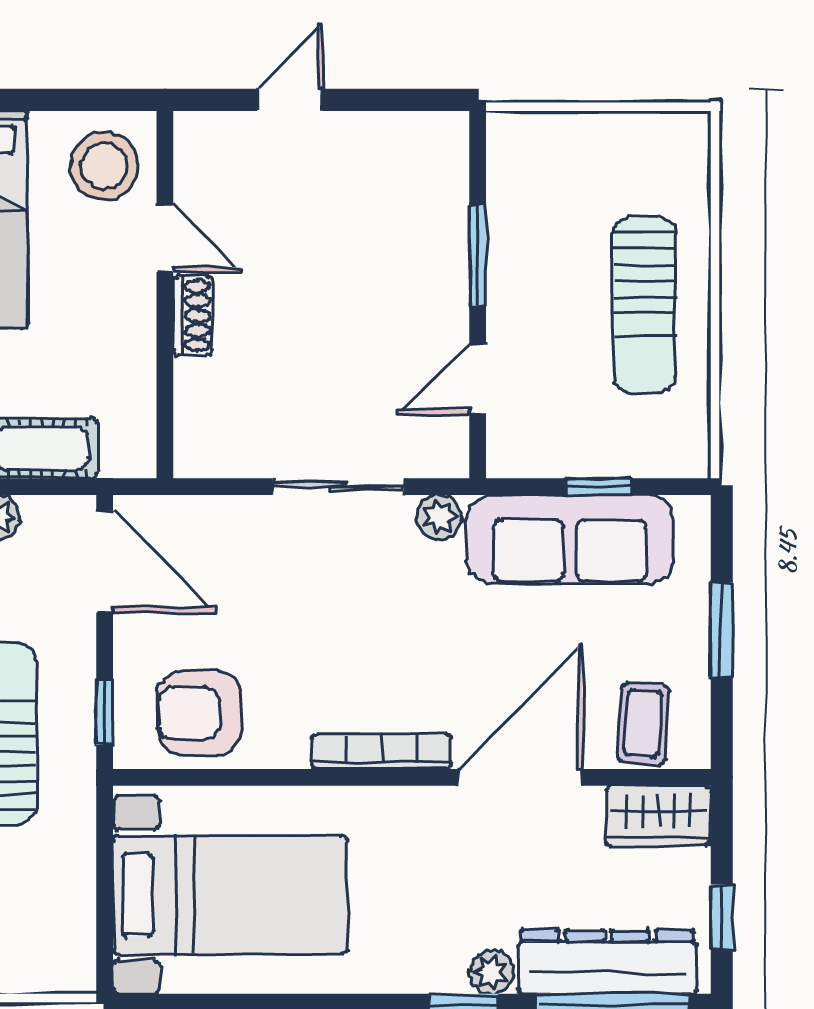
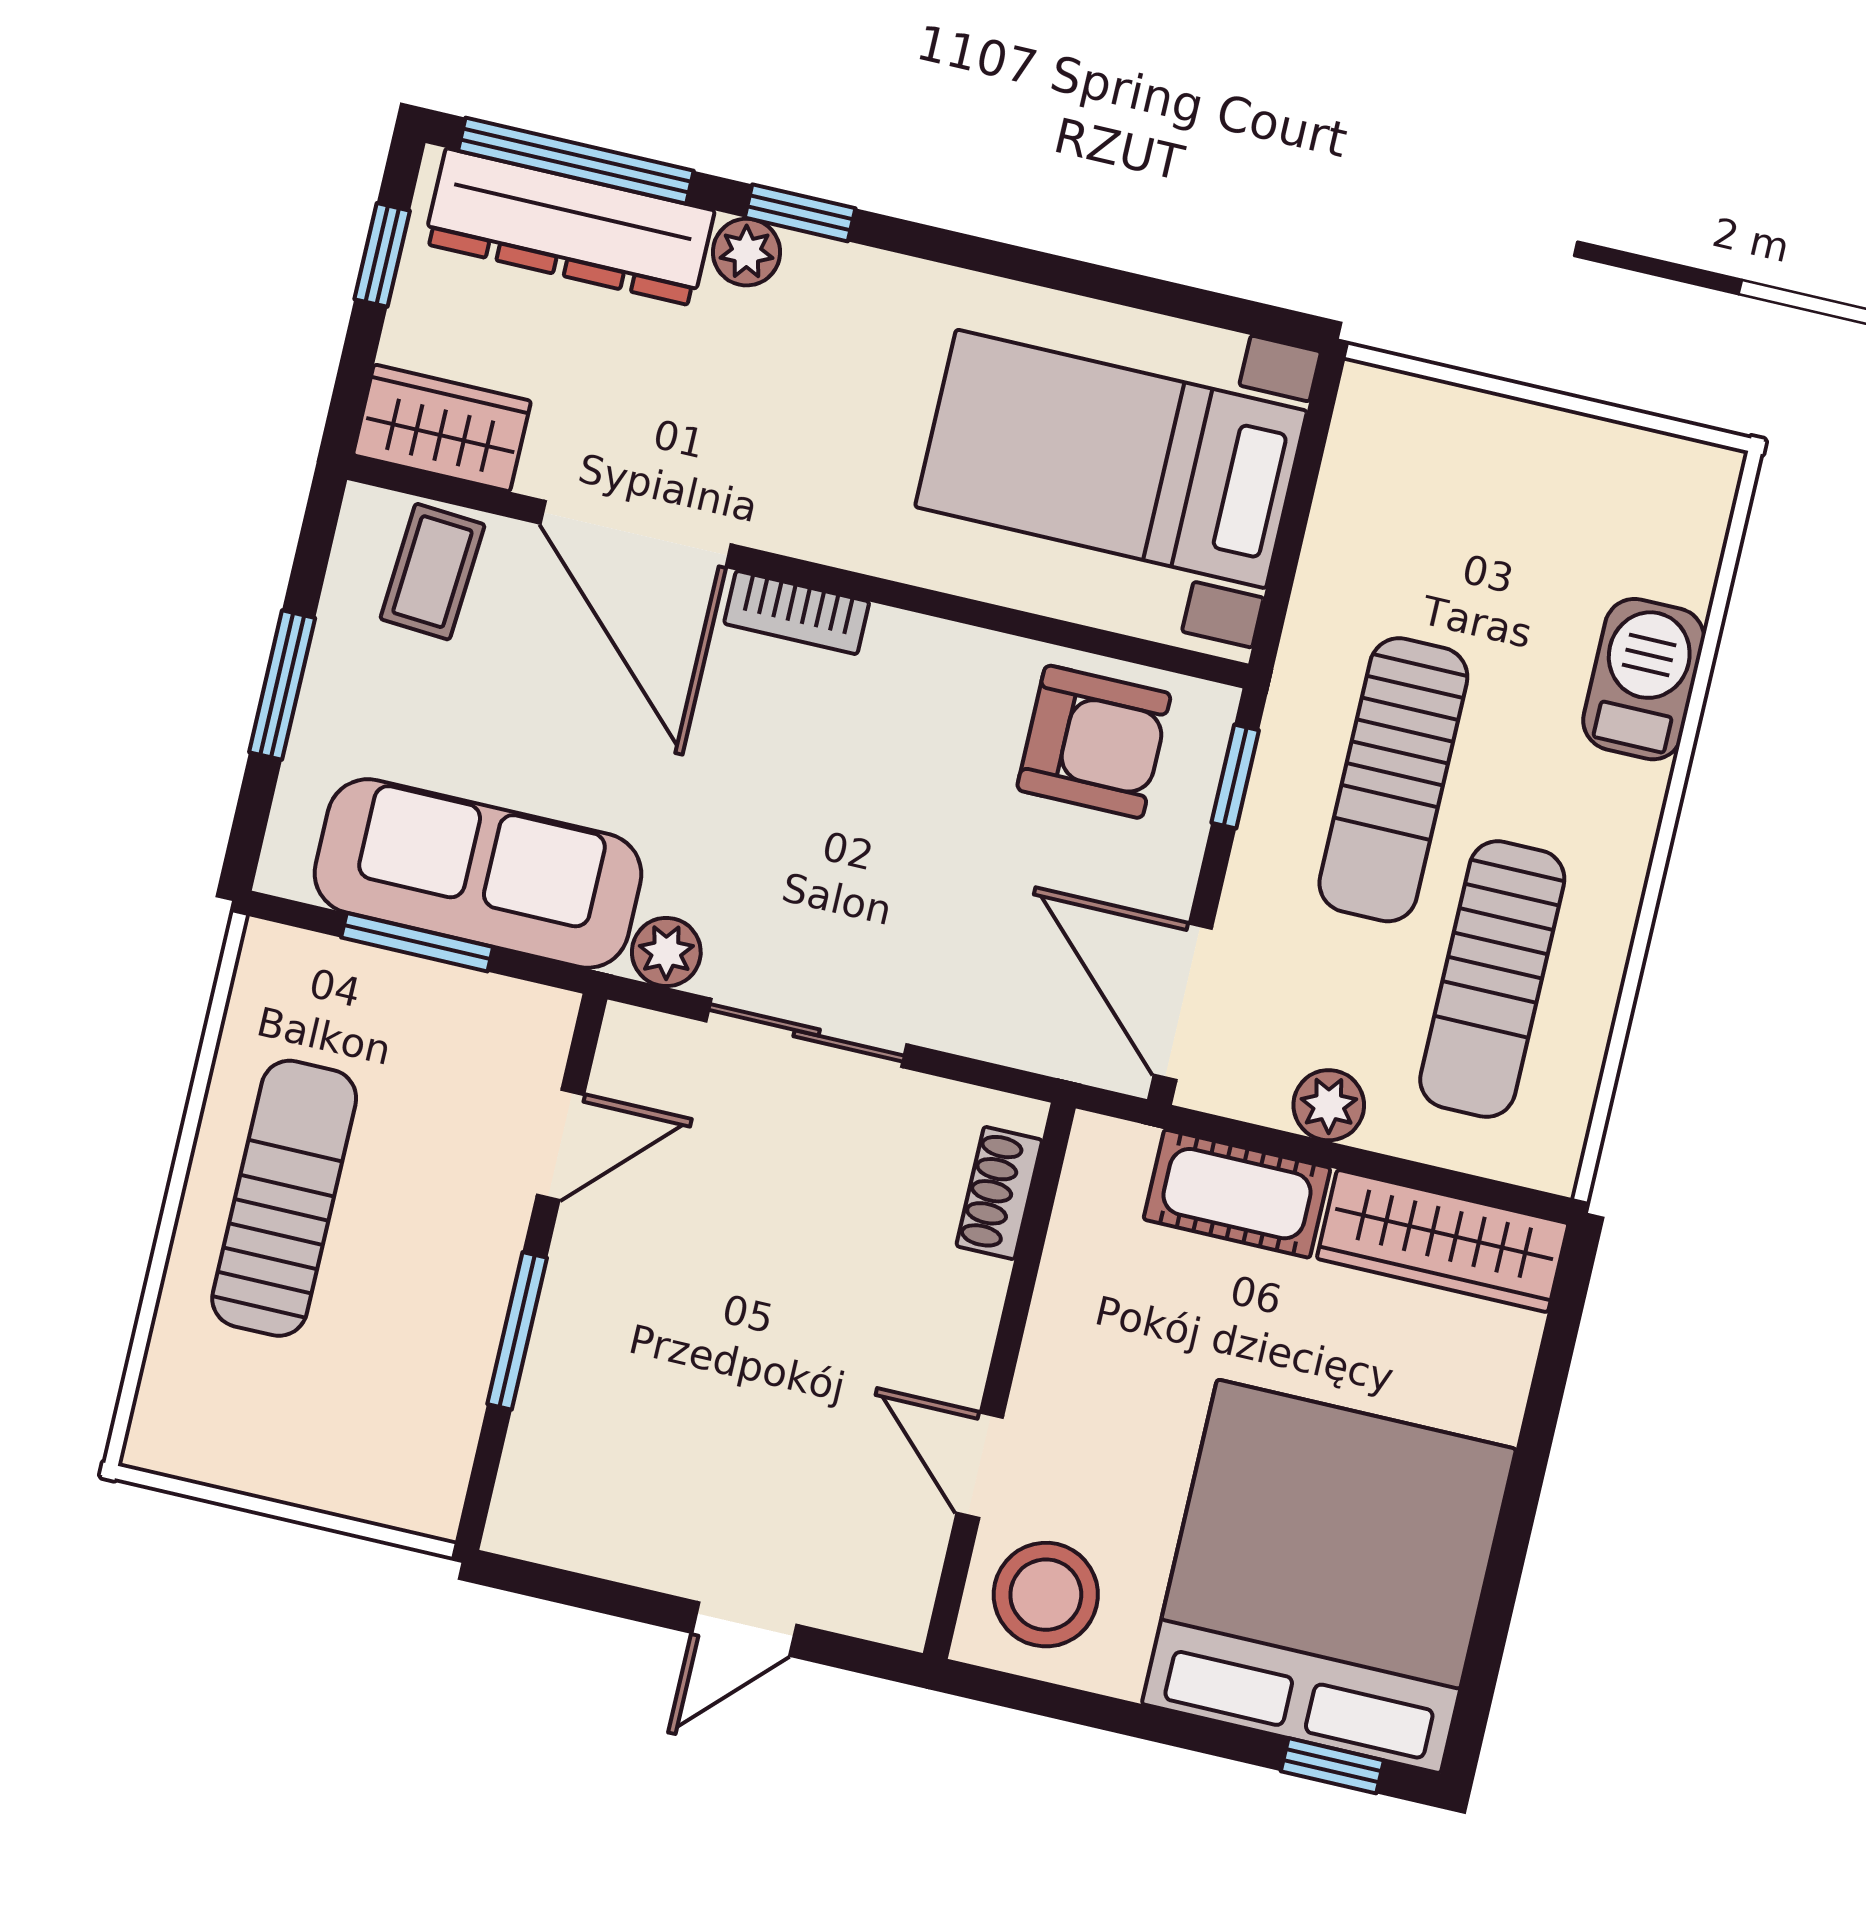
shoe rack: (193, 315) -> (999, 1193), moved
window: (598, 487) -> (417, 942), width x1.50
bookcase: (381, 751) -> (797, 613), width x0.64
door: (520, 777) -> (636, 534), hinge flipped

